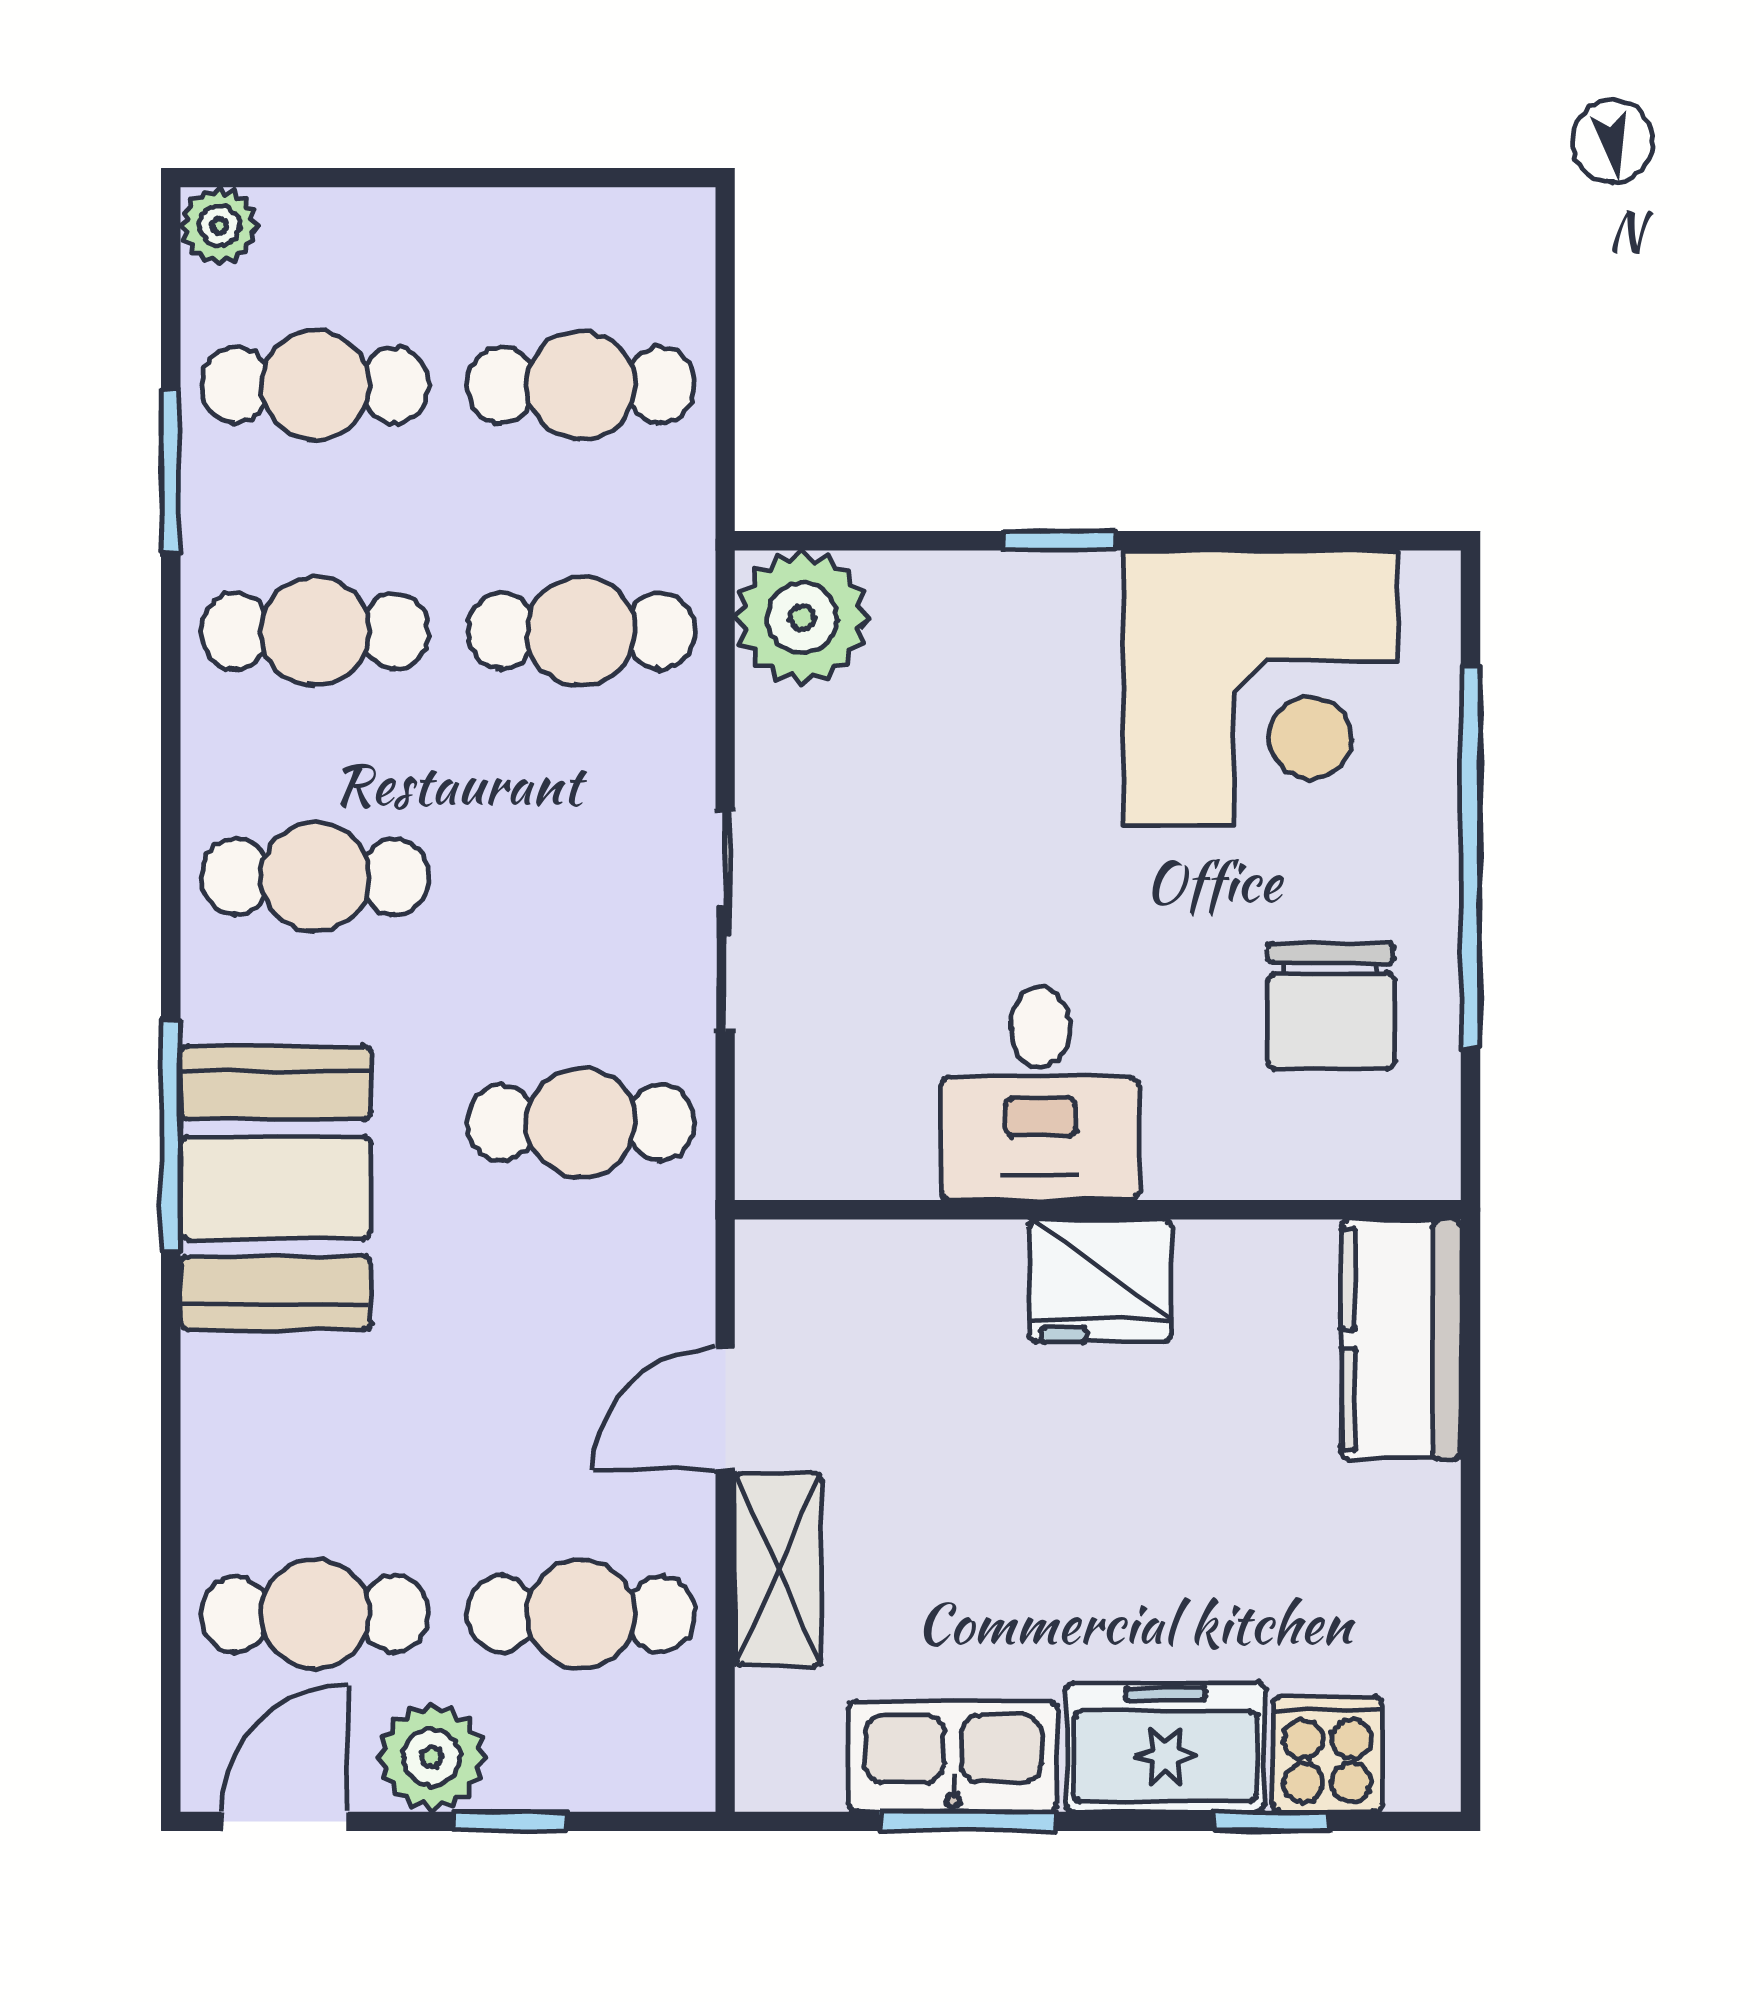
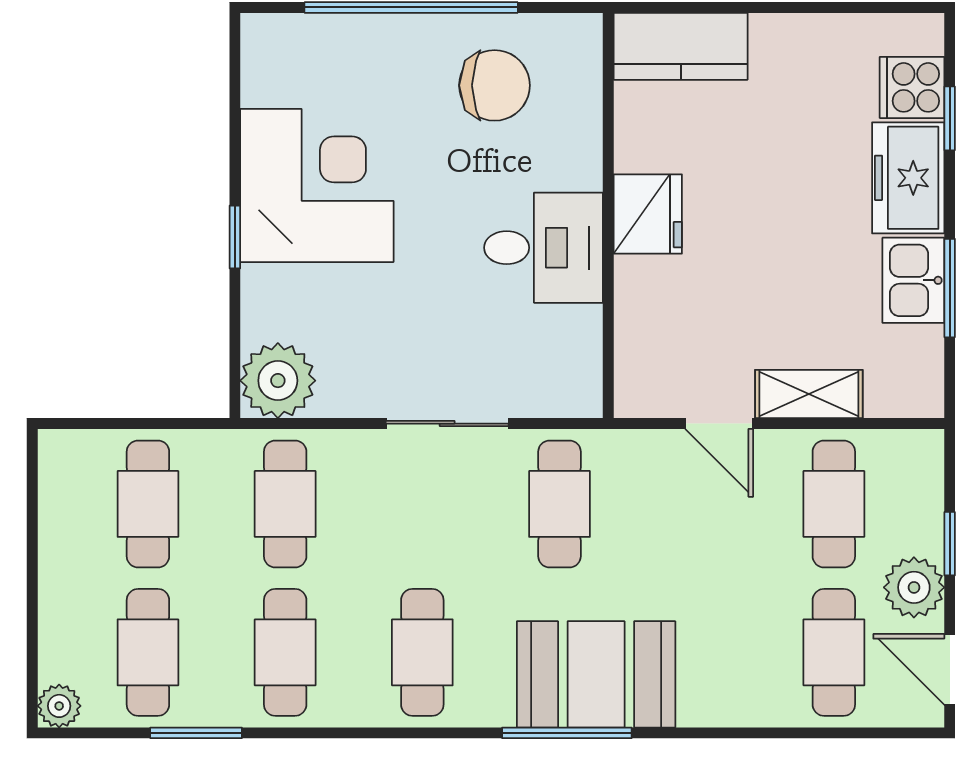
corner desk: (1261, 688) -> (317, 185), moved
kitchen sink: (953, 1756) -> (913, 280), width x0.73

